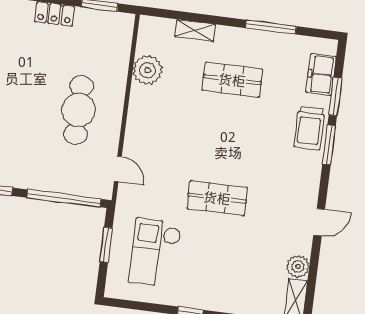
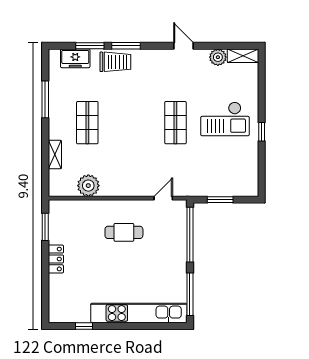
cafe table: (79, 110) -> (124, 232), width x0.73, depth x0.74
checkout: (155, 253) -> (225, 119), moved

